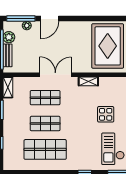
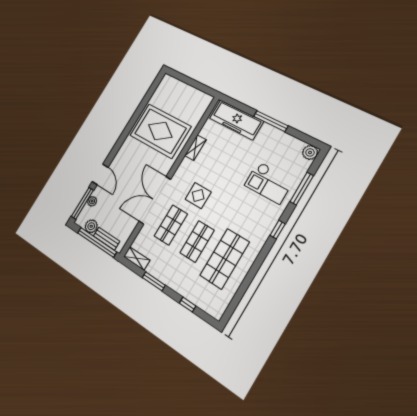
double door: (55, 75) -> (155, 200), width x1.36
shelving: (88, 81) -> (195, 148), moved
display table: (106, 114) -> (198, 196), moved

